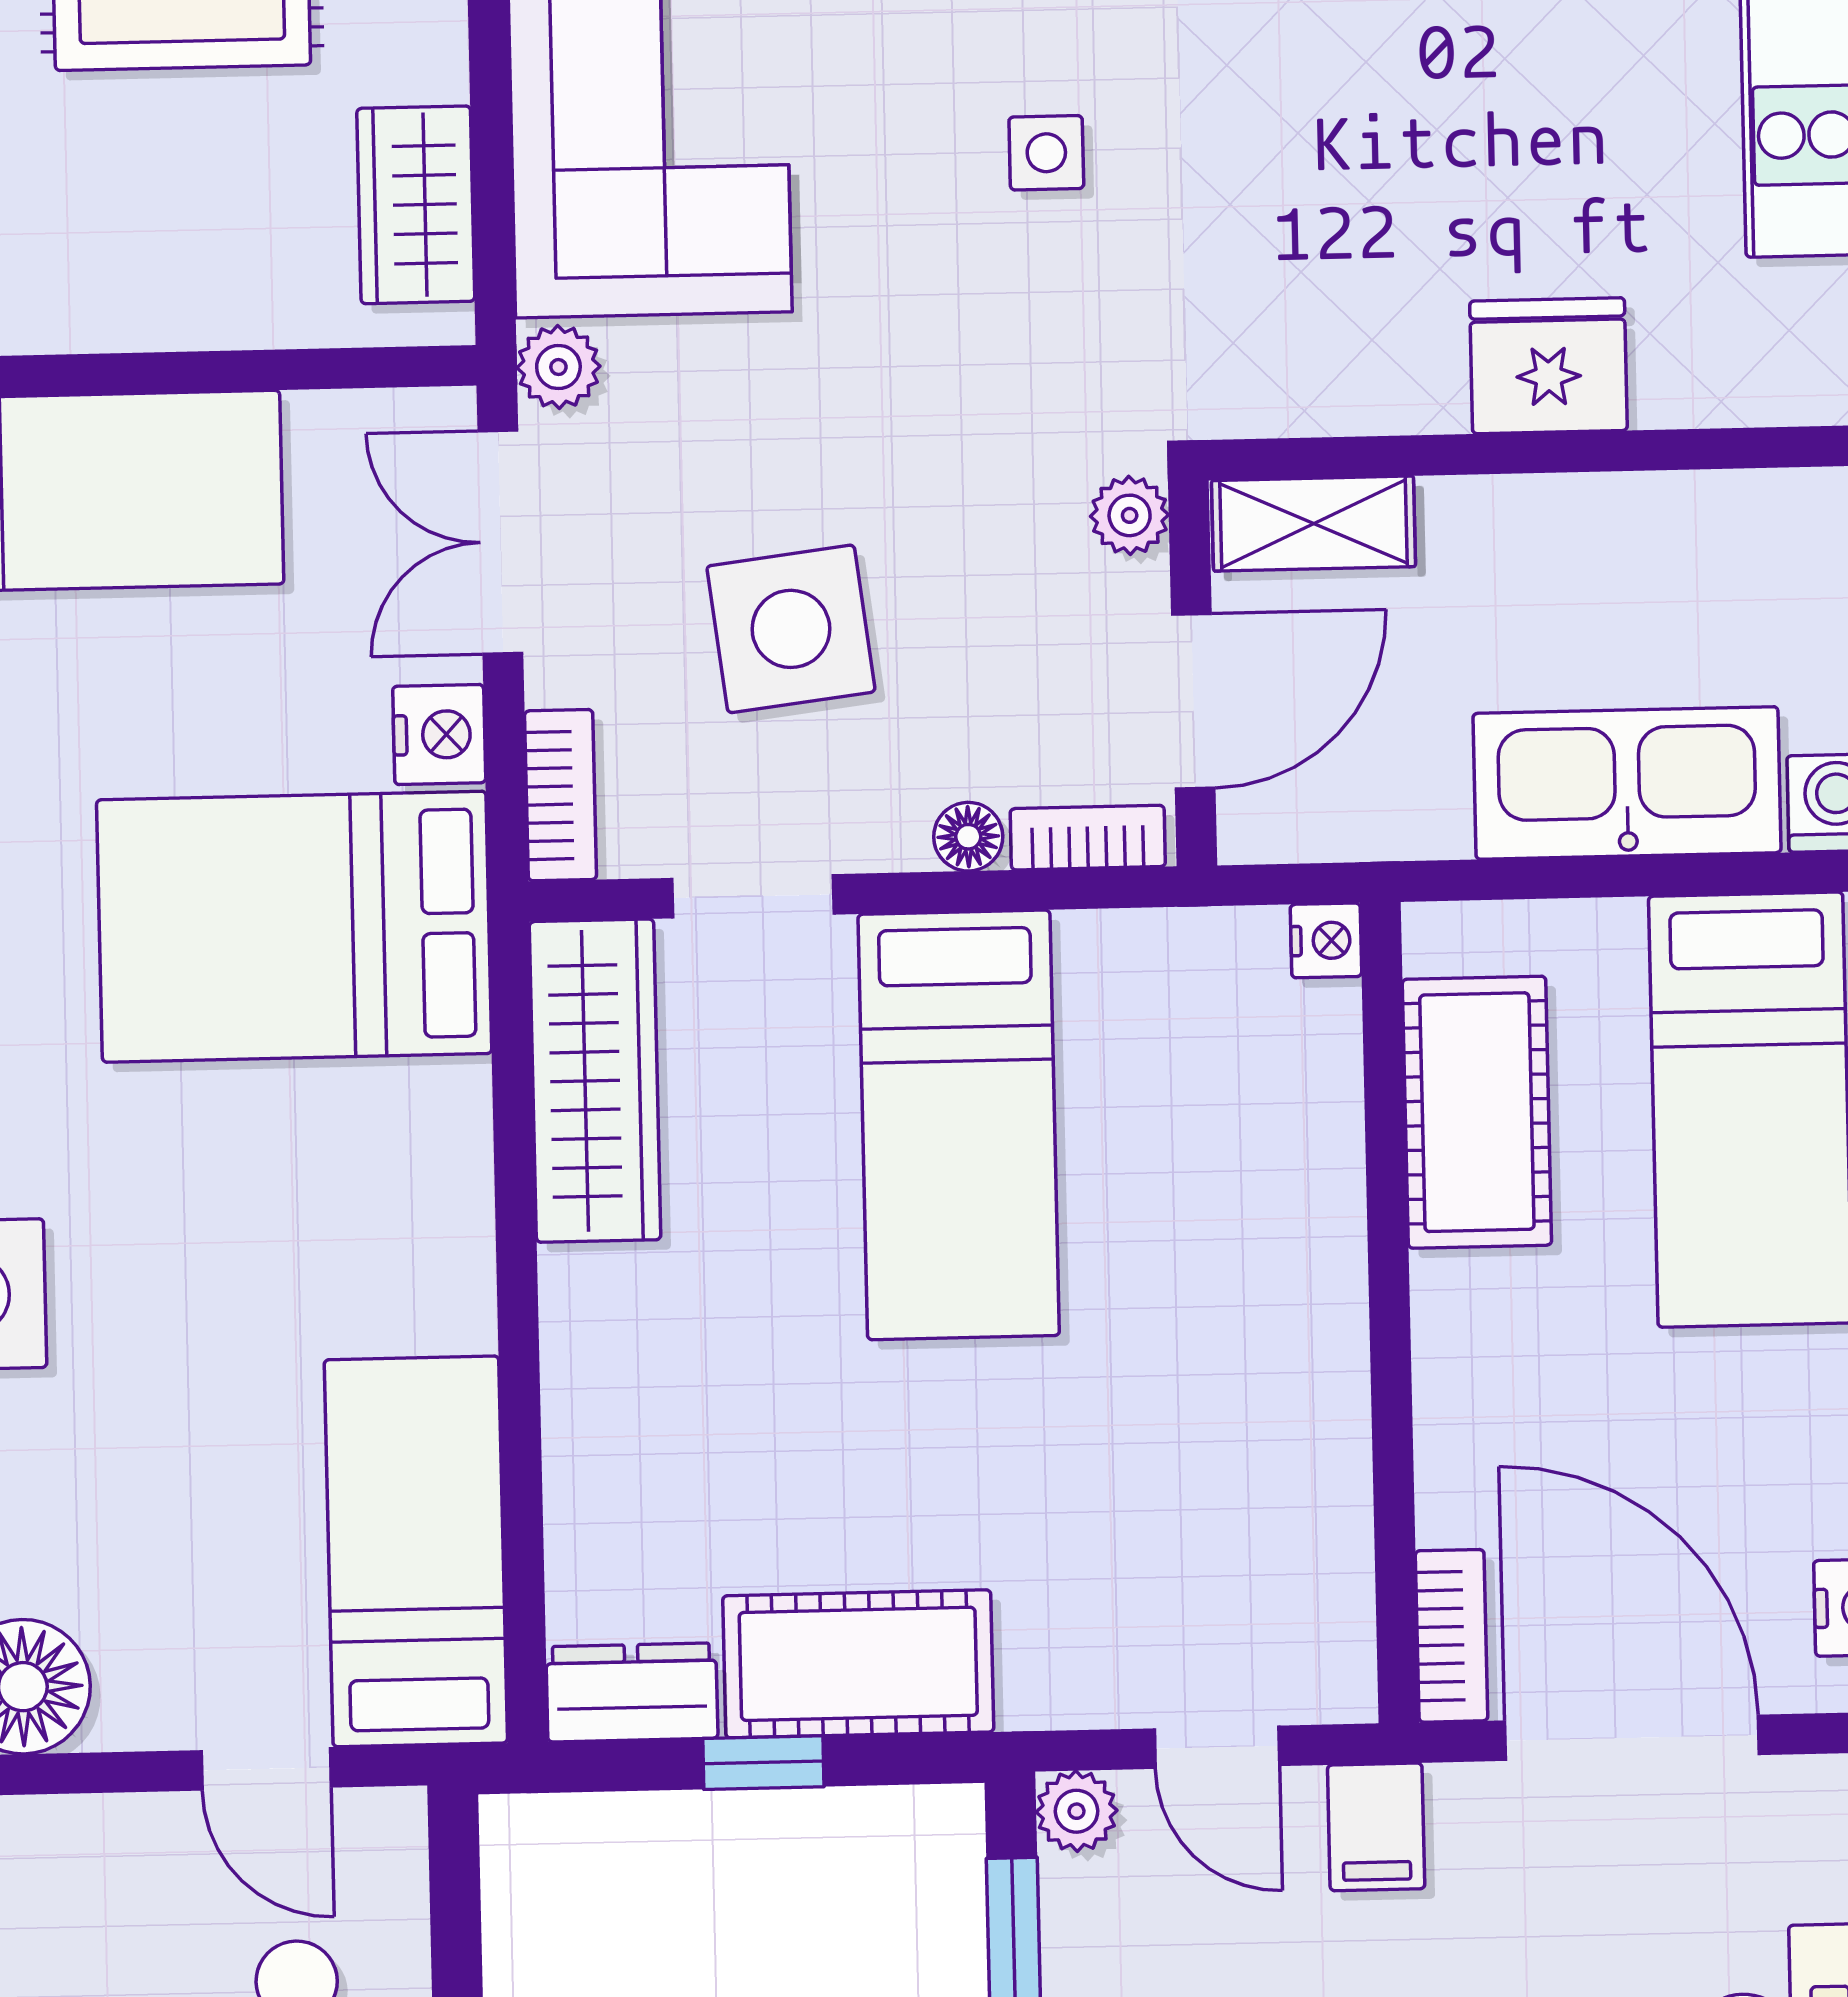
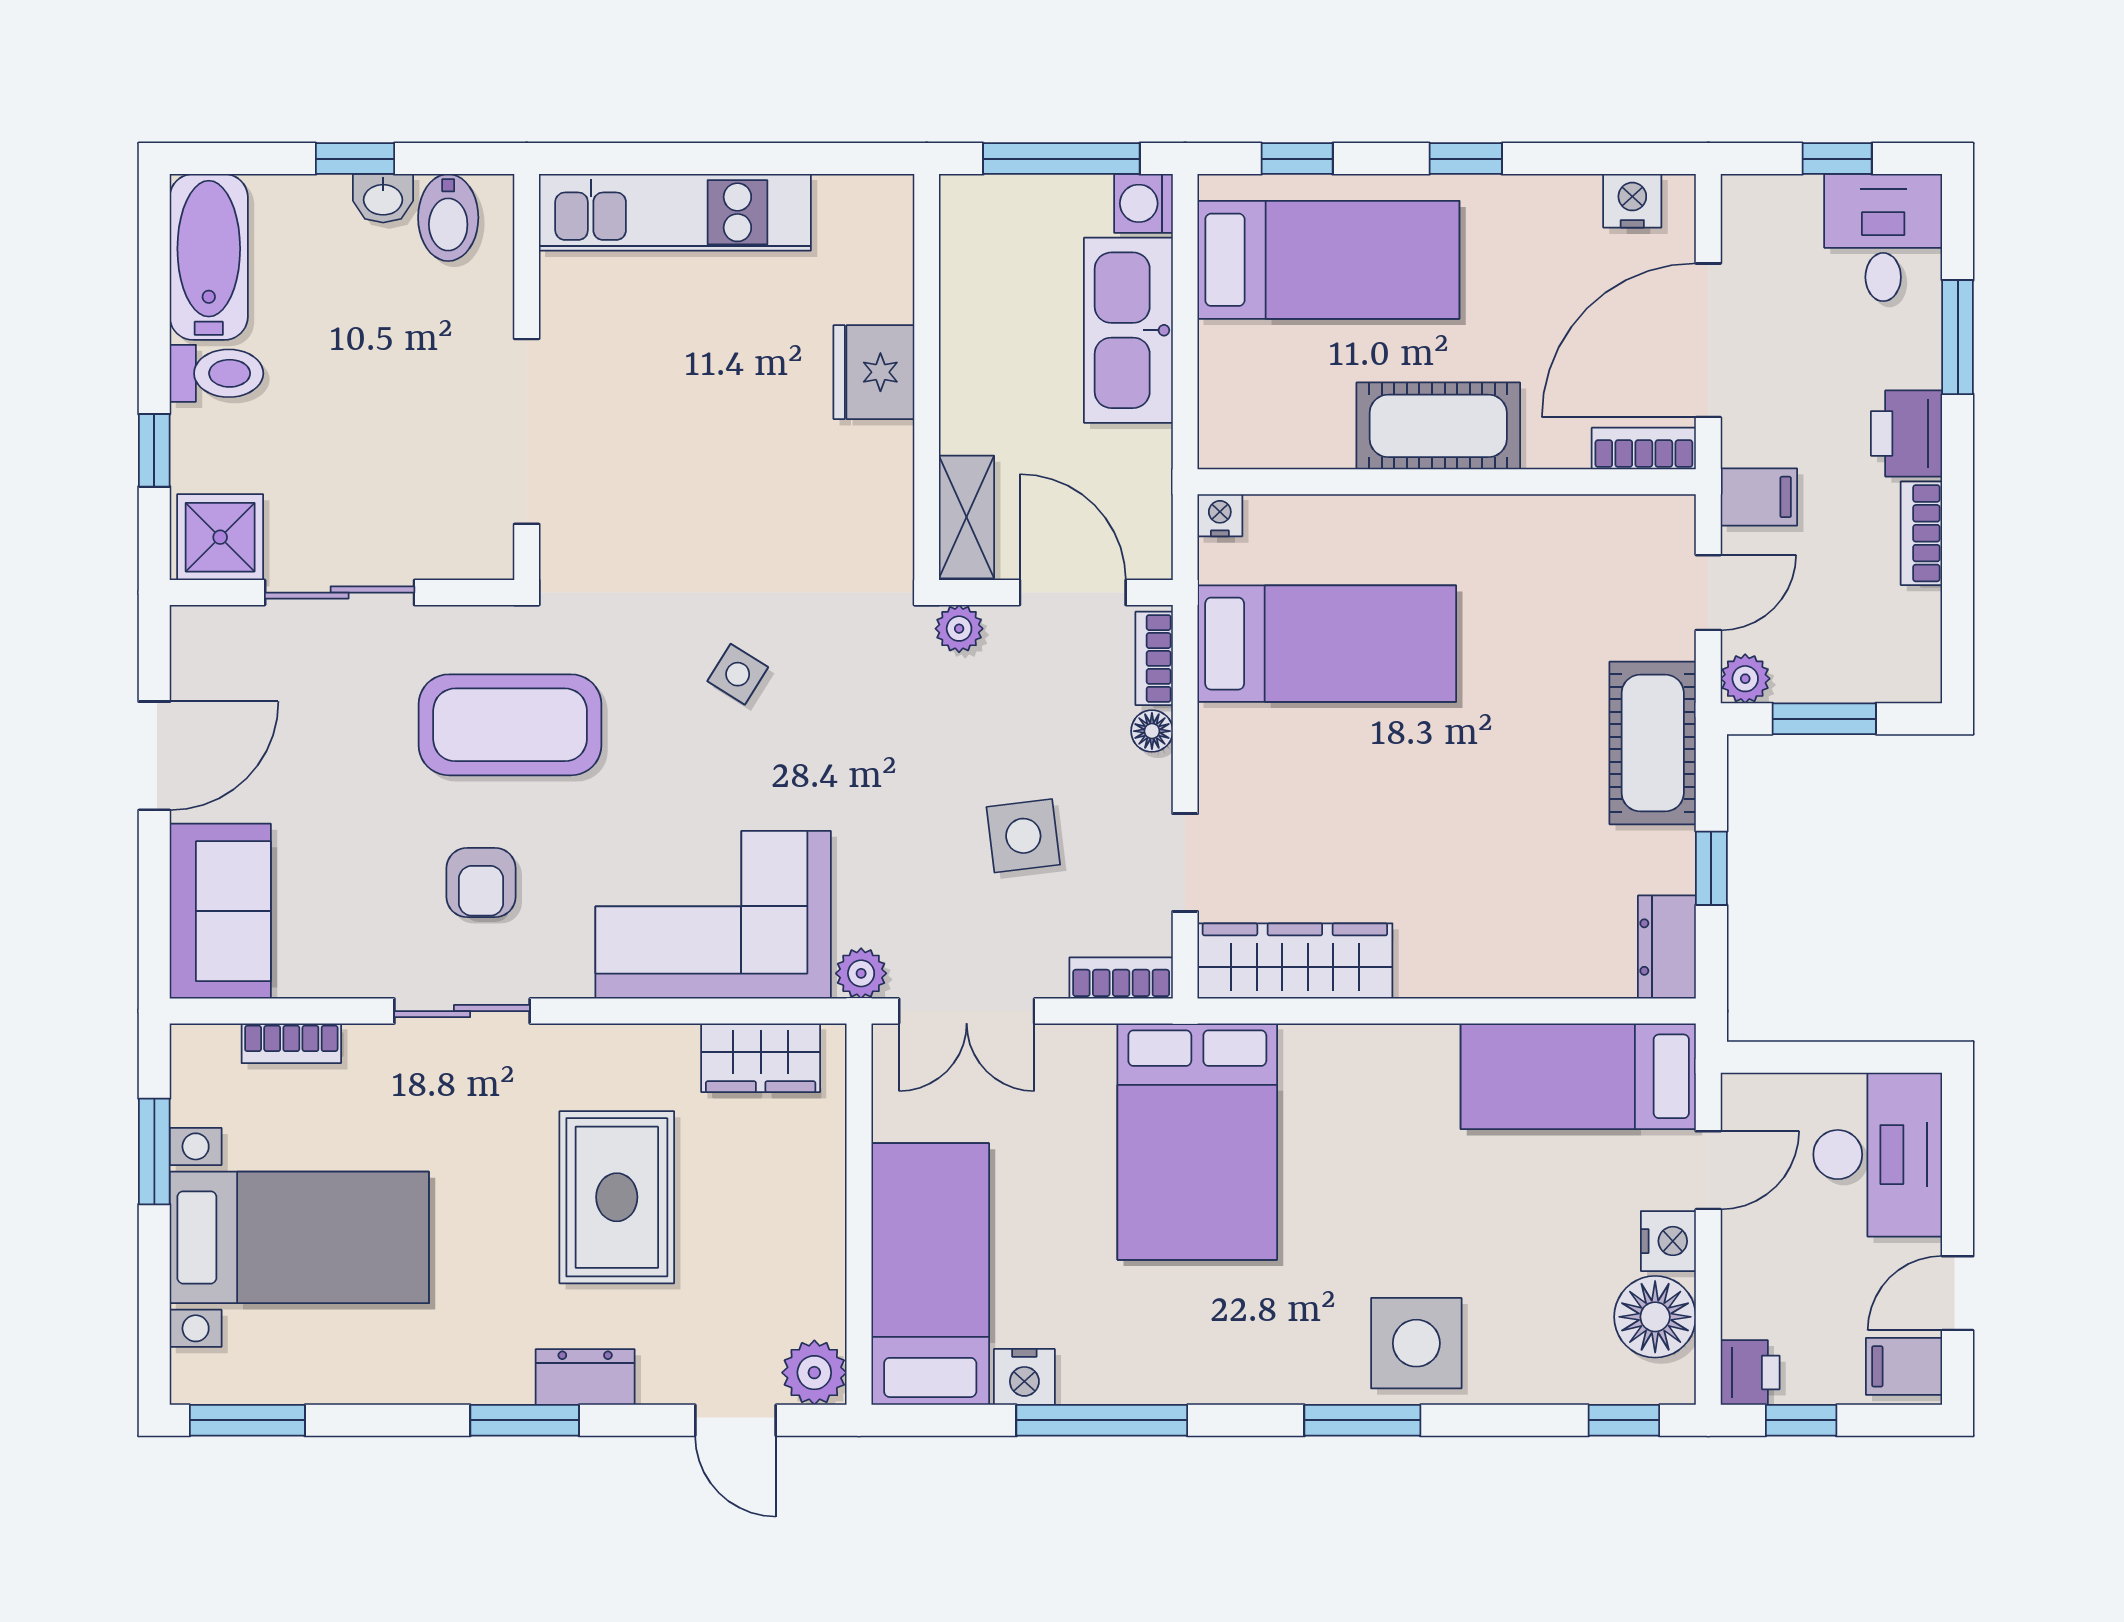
side table: (1046, 153) -> (738, 674), turned 32
side table: (791, 629) -> (1023, 836), width x0.73, depth x0.73
nightstand: (439, 735) -> (1668, 1241), moved, turned 90
cot: (1477, 1112) -> (1438, 426), moved
bed: (959, 1125) -> (1327, 644), moved
cot: (858, 1664) -> (1653, 743), moved

